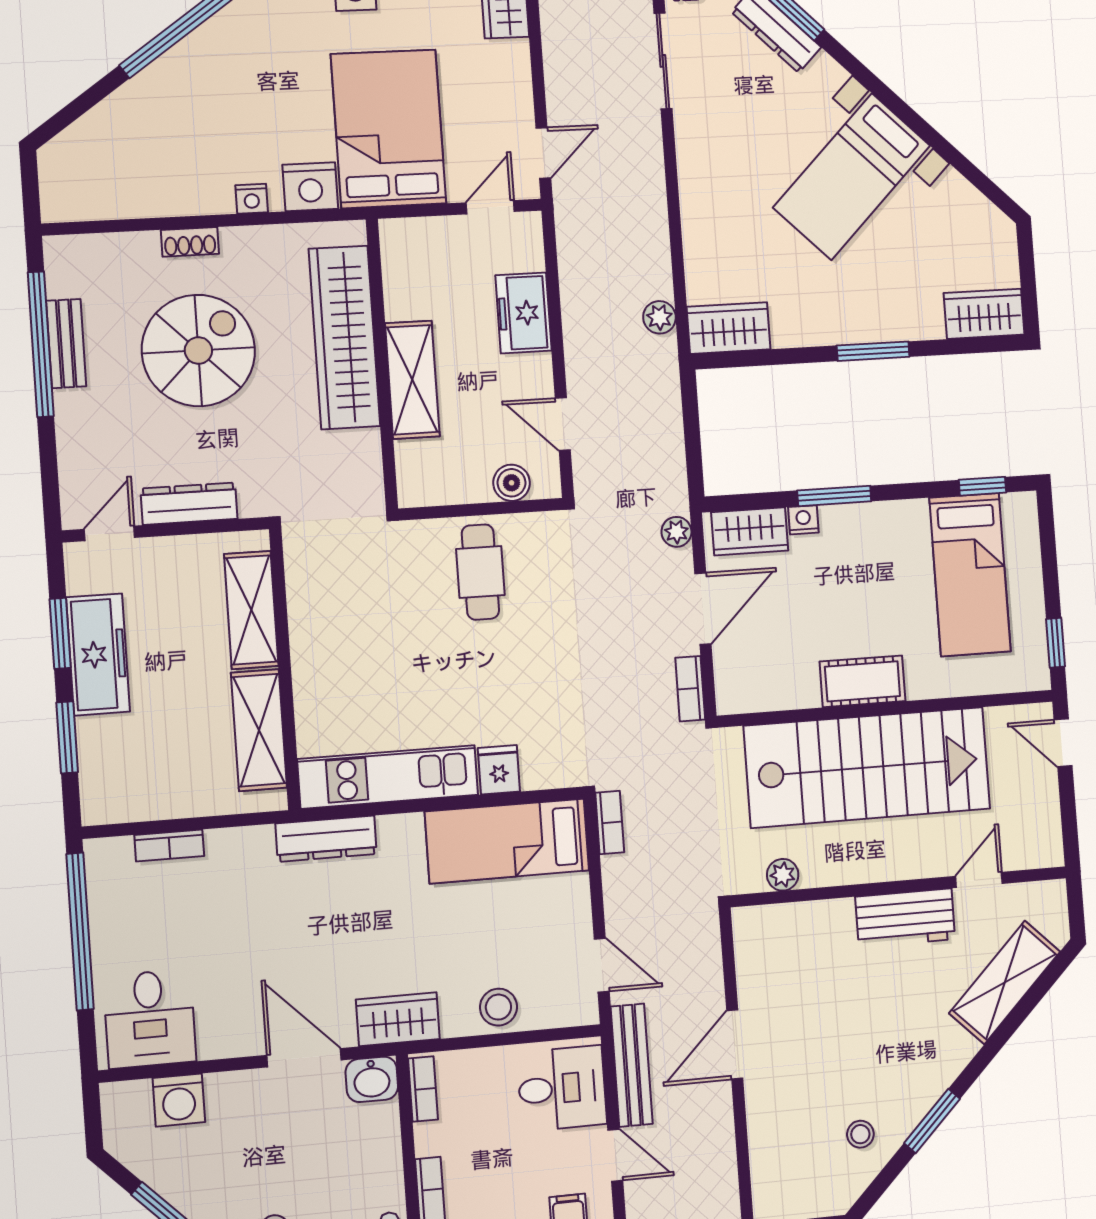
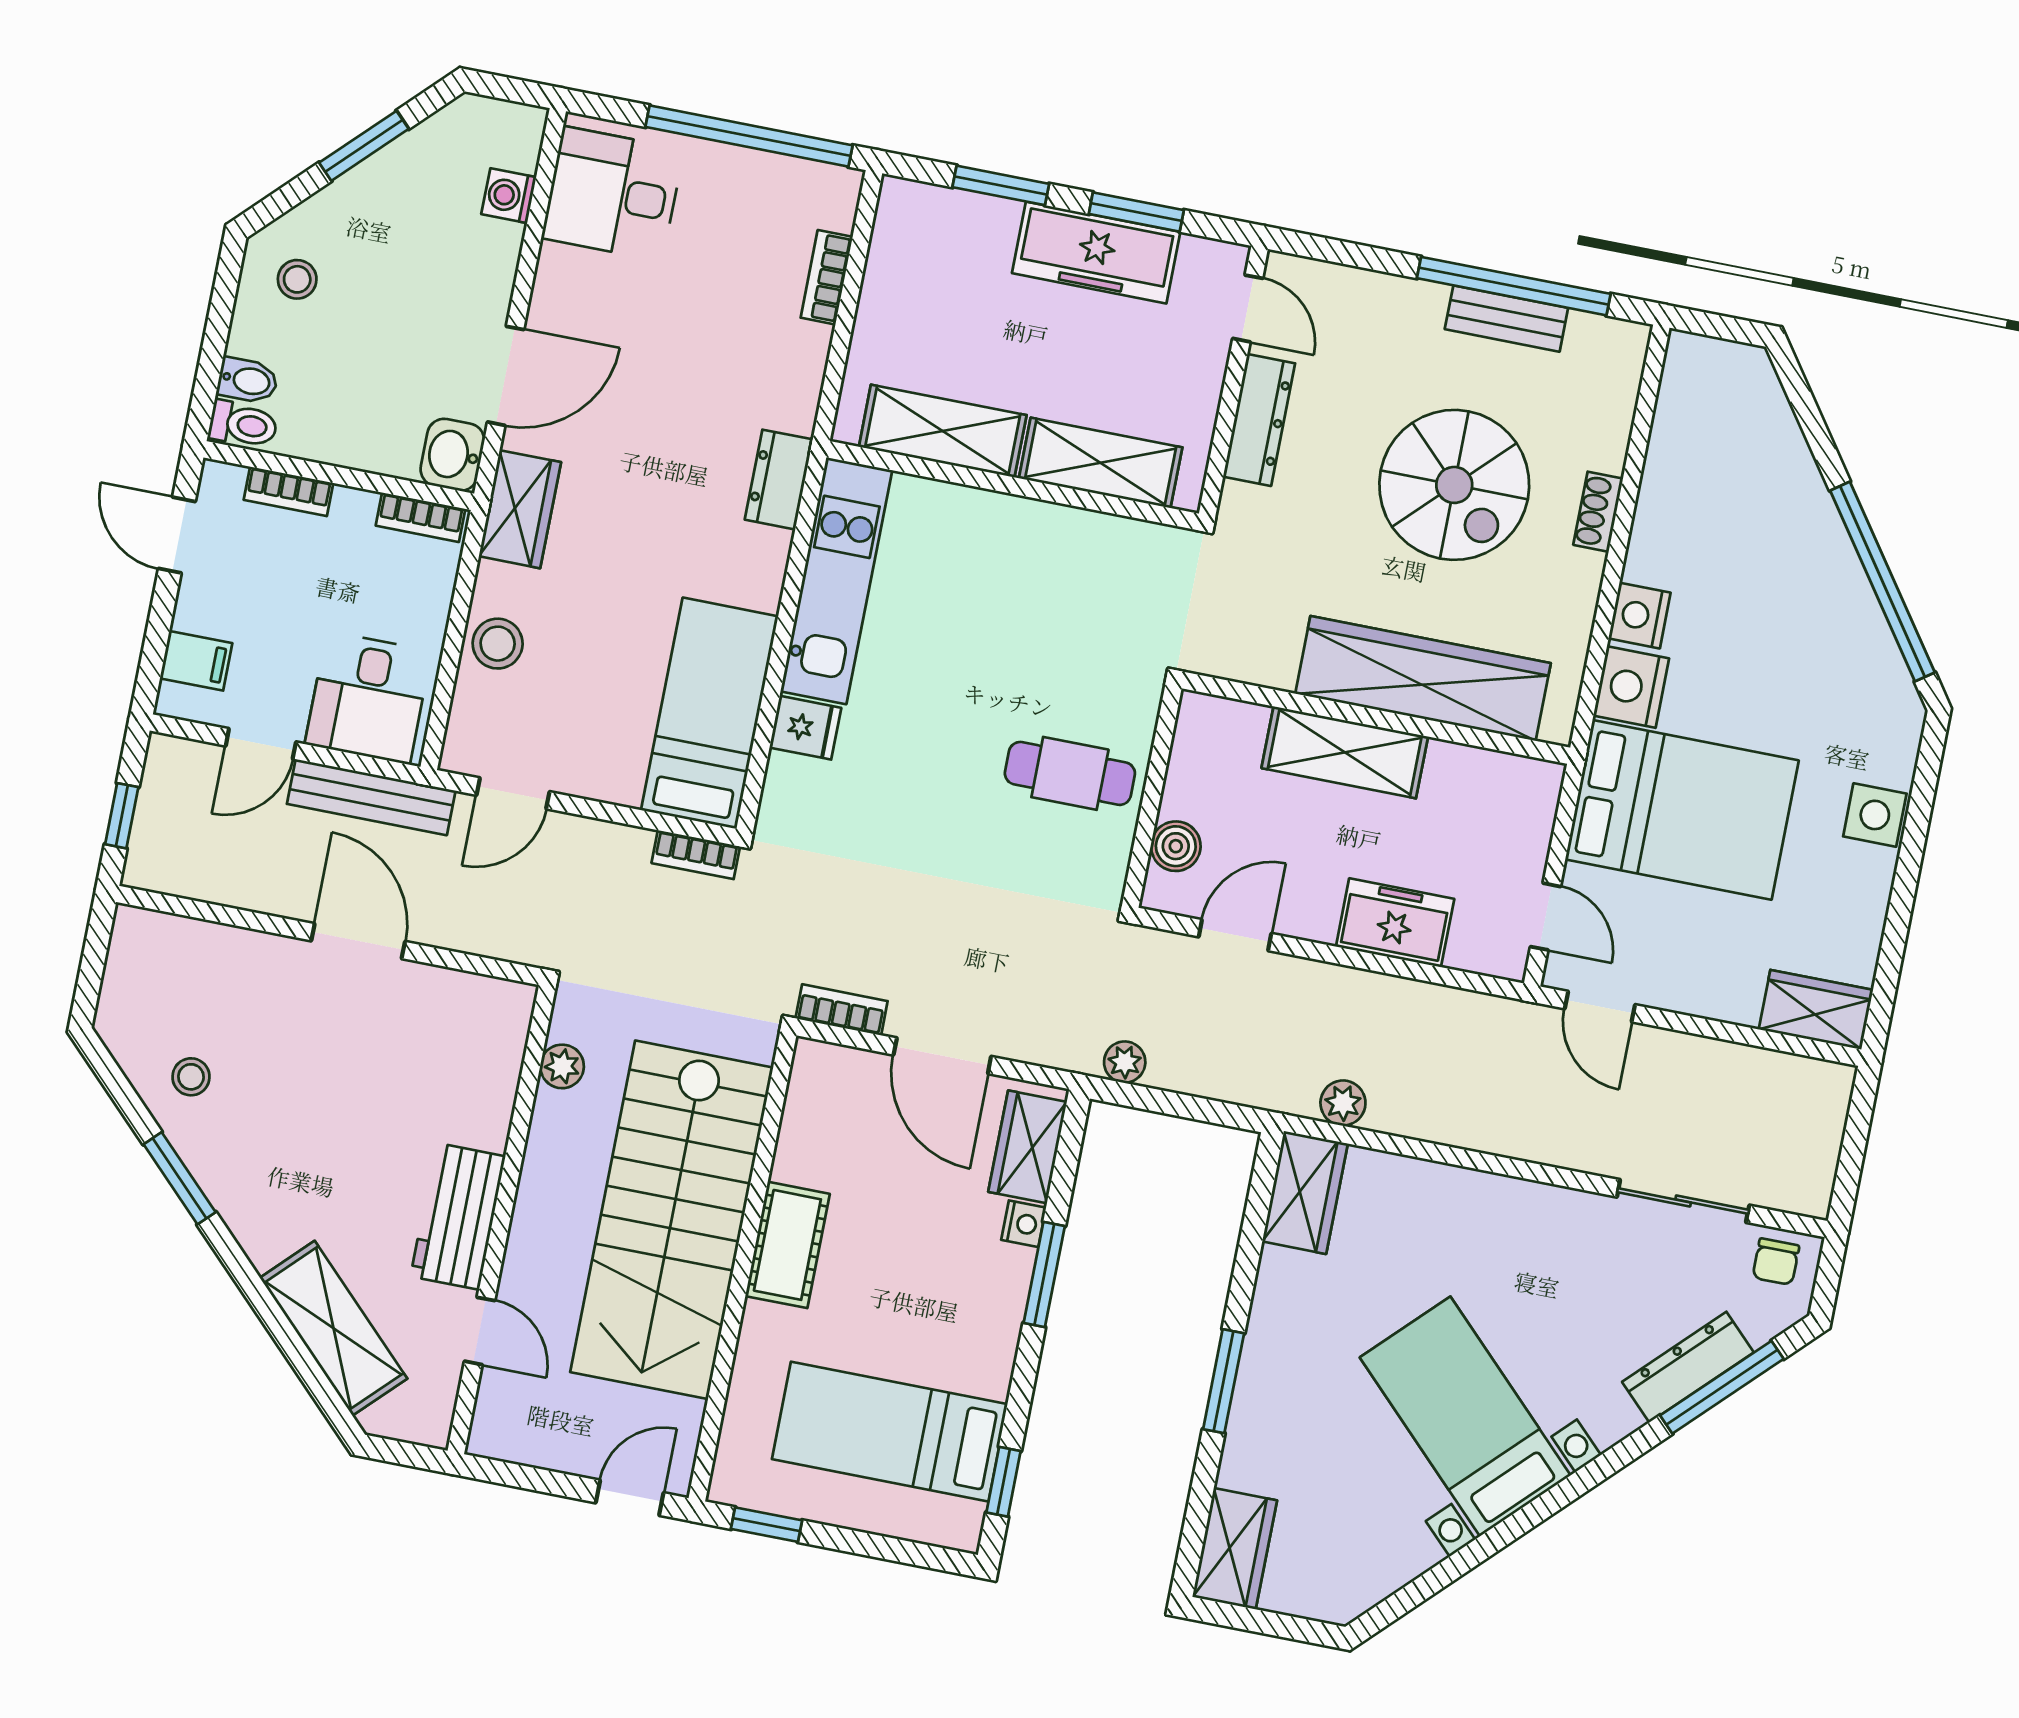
nightstand: (252, 199) -> (1640, 616), width x1.39, depth x1.35
plant: (676, 532) -> (1125, 1062), moved
dresser: (326, 839) -> (779, 480), width x0.70
washing machine: (179, 1100) -> (509, 196), width x0.73, depth x0.73

